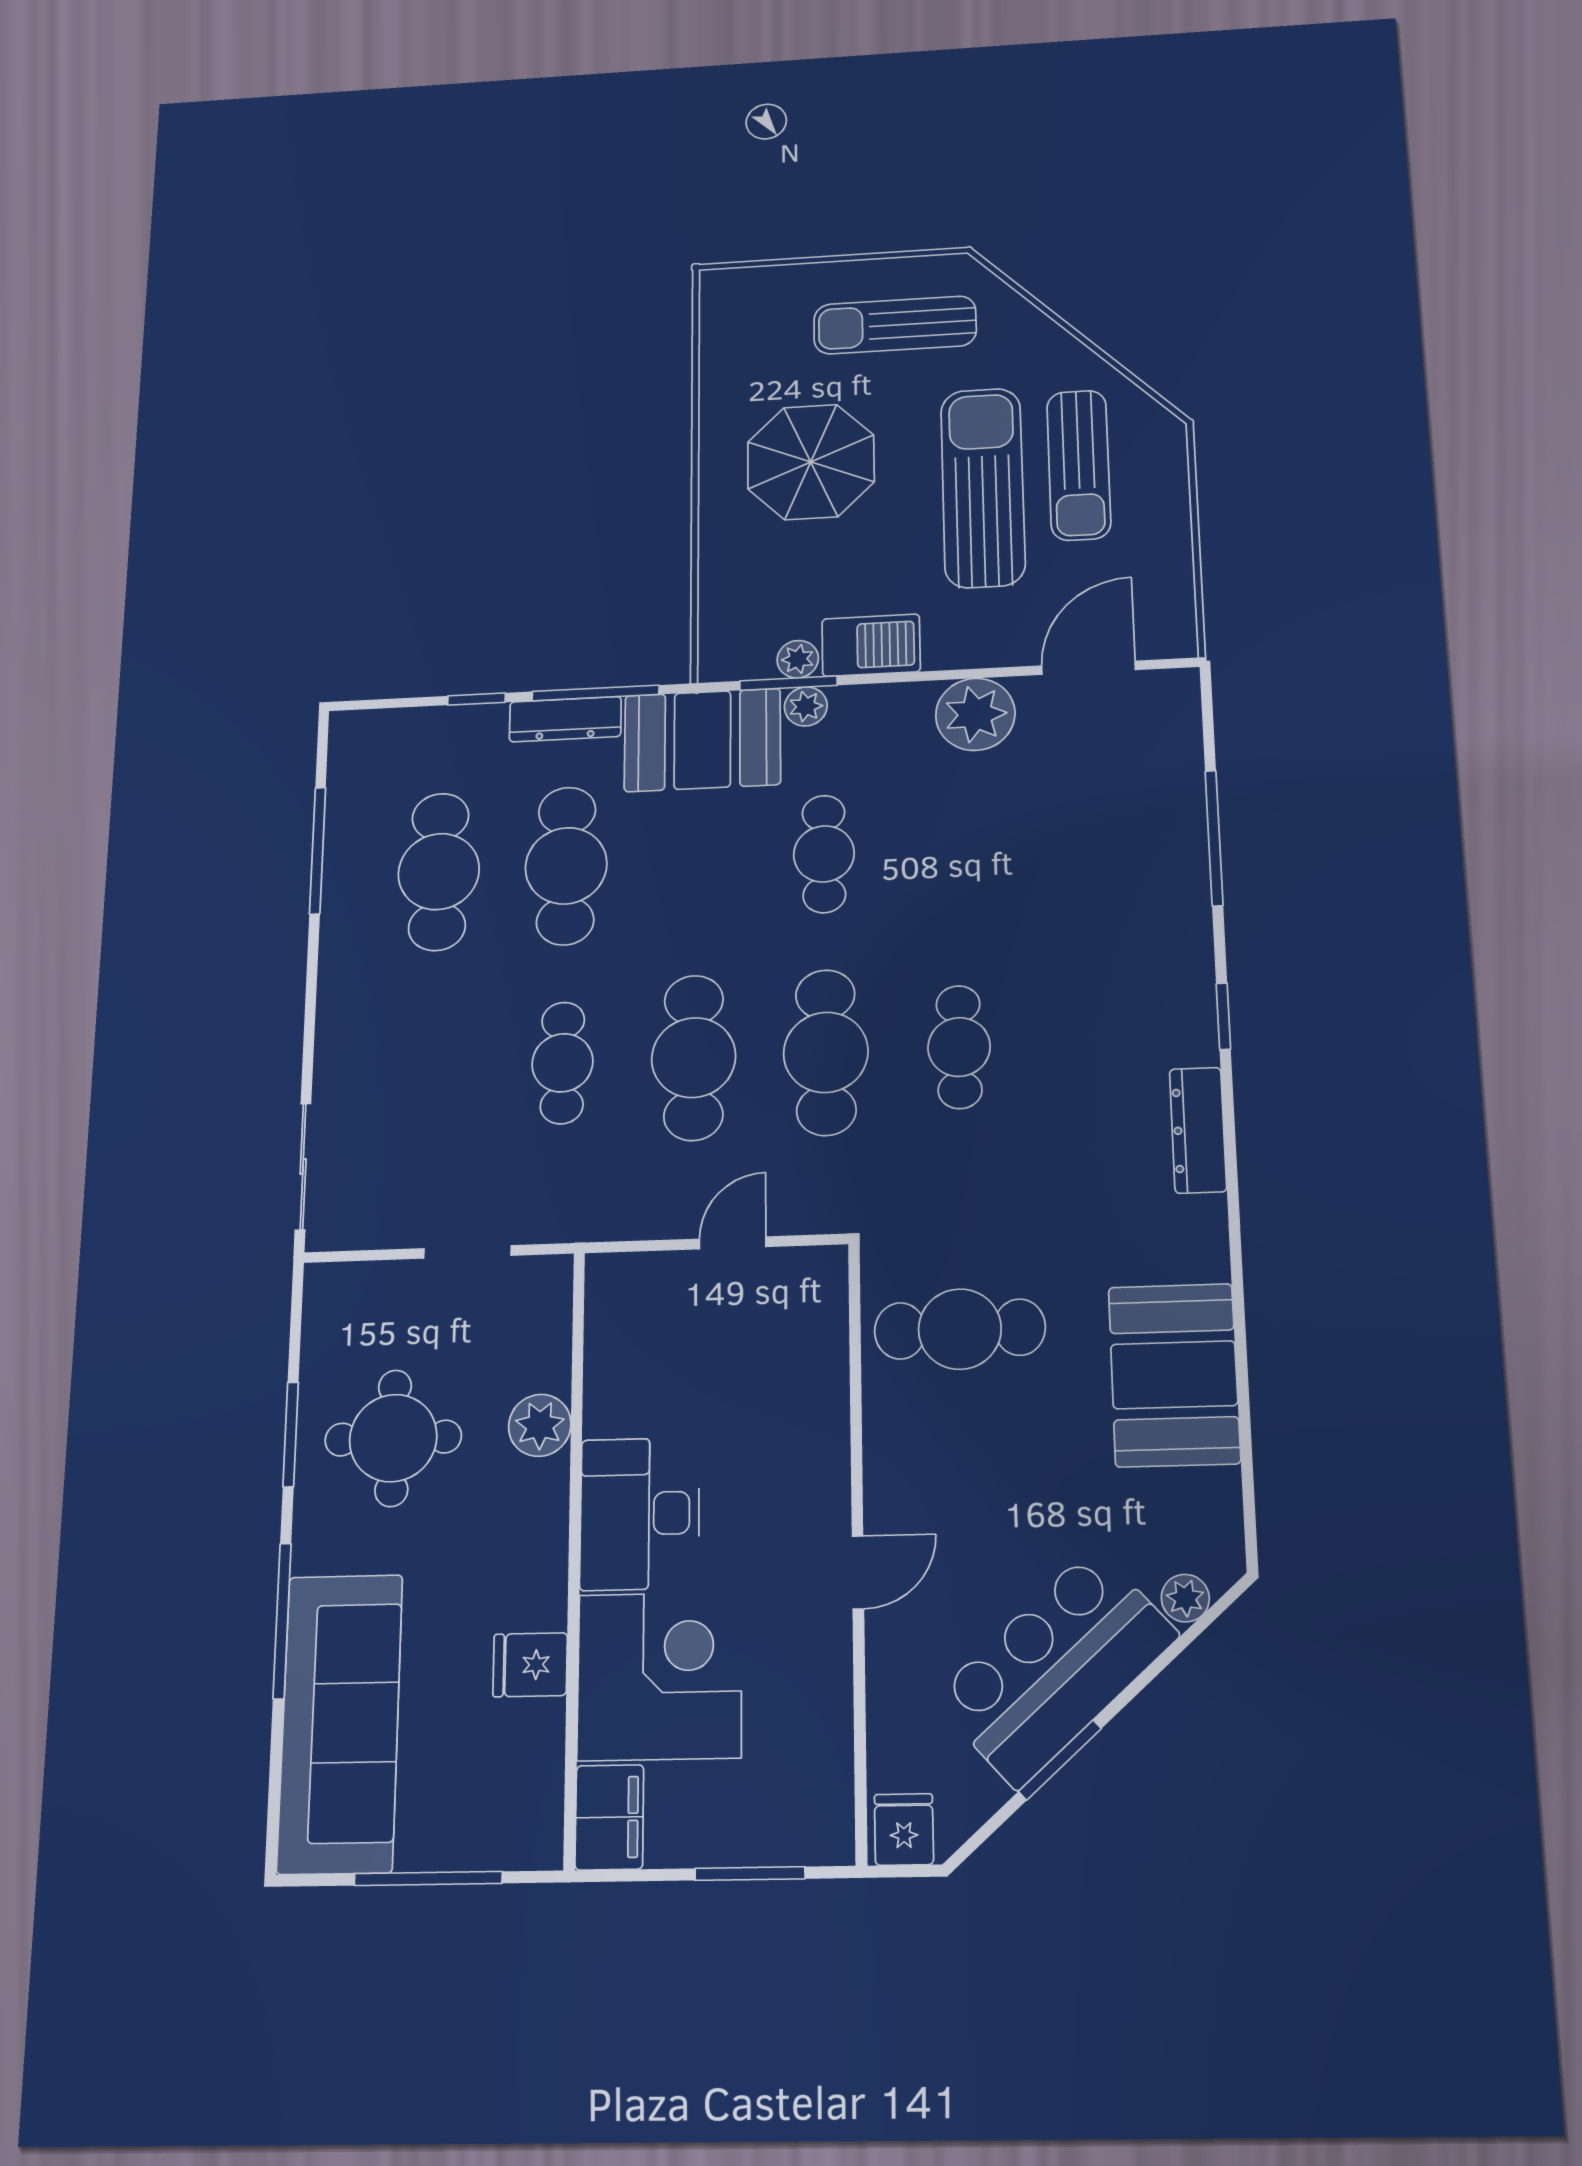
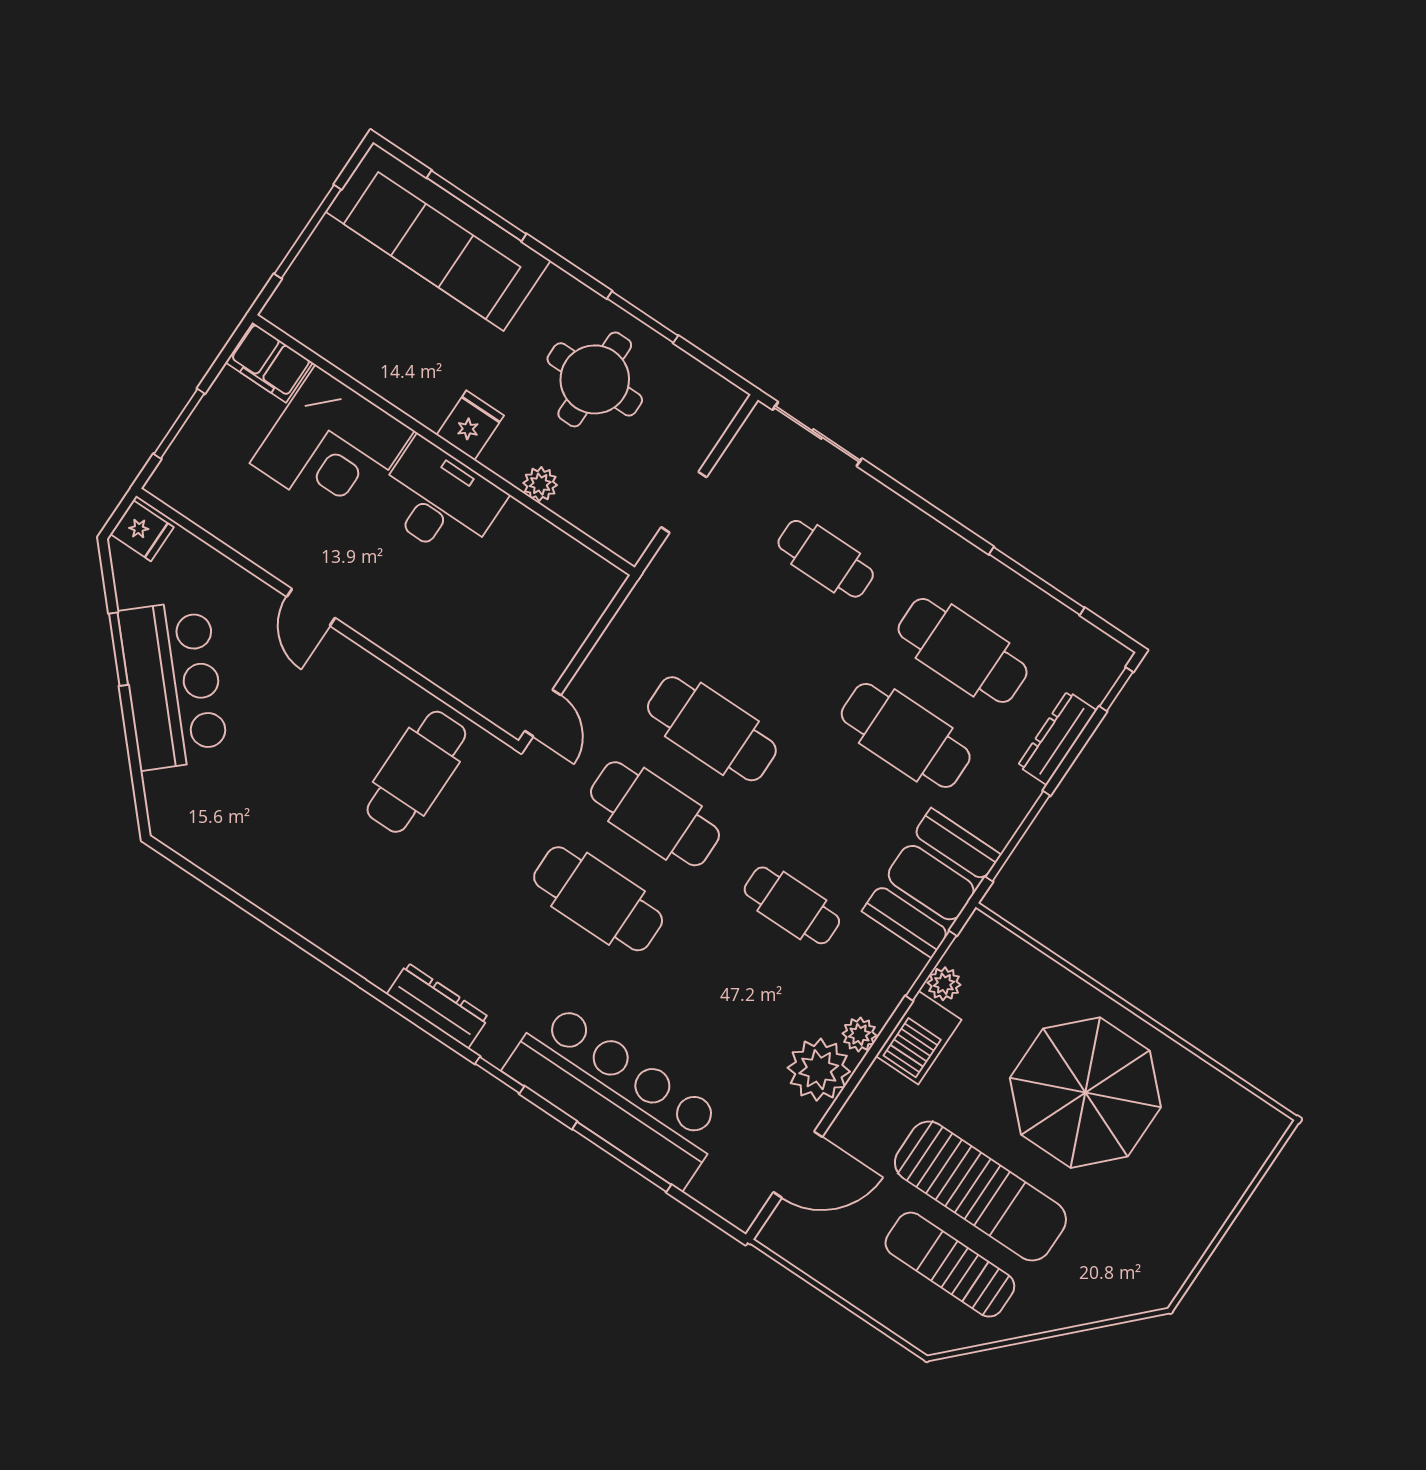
sun lounger: (895, 325) -> (1149, 1221), removed
parasol: (811, 462) -> (1085, 1093), width x1.36, depth x1.36
door: (1088, 668) -> (798, 1165), hinge flipped
window: (476, 699) -> (1116, 689), moved
plant: (806, 706) -> (859, 1034), moved
dresser: (565, 719) -> (1057, 738), moved
bar counter: (1153, 888) -> (616, 1095), added
cafe table: (959, 1047) -> (598, 899), width x1.37, depth x1.35
cafe table: (562, 1063) -> (826, 559), moved
door: (733, 1243) -> (543, 713), moved
booth: (1174, 1375) -> (297, 880), removed
plant: (540, 1425) -> (540, 484), width x0.73, depth x0.73
plant: (1185, 1598) -> (160, 789), removed
window: (282, 1621) -> (477, 206), moved
fridge: (530, 1665) -> (470, 425), moved

